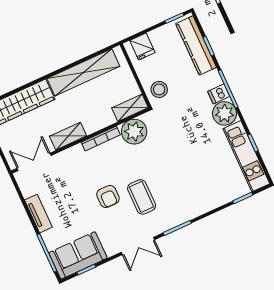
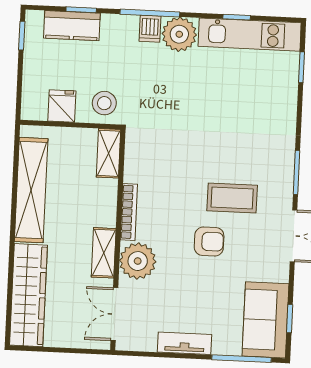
kitchen counter: (196, 45) -> (72, 26), width x0.67
fridge: (142, 47) -> (62, 106), moved, turned -90
plant: (134, 132) -> (138, 261), moved

